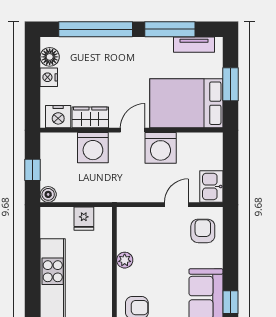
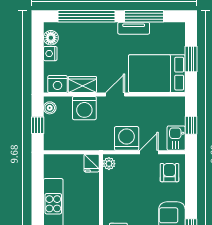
tv unit: (194, 45) -> (134, 28), moved
washing machine: (161, 148) -> (127, 138), moved, turned 180
window: (231, 170) -> (191, 125), added
boiler: (48, 194) -> (50, 108), moved
fridge: (84, 219) -> (92, 163), moved
plant: (125, 260) -> (109, 164), moved

